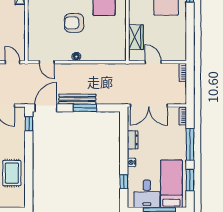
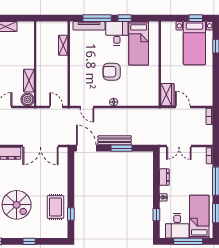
wardrobe: (136, 37) -> (167, 95), moved
double door: (149, 105) -> (179, 146), width x0.73
door: (46, 108) -> (86, 148), hinge flipped
window: (29, 124) -> (71, 214), moved

